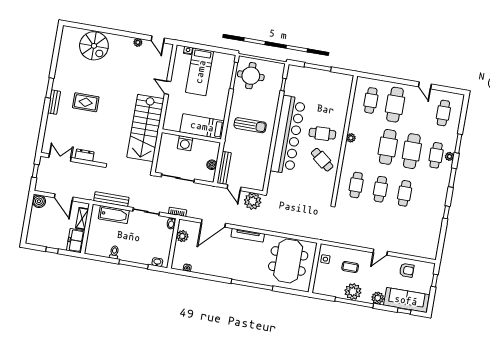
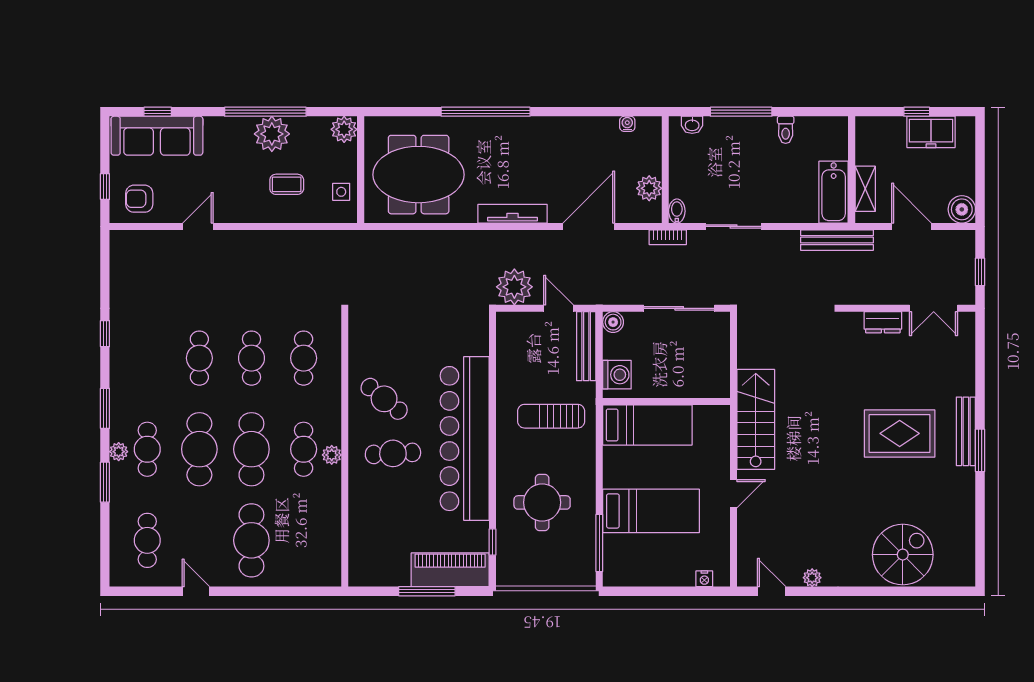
spiral stairs: (94, 46) -> (903, 555), turned 90
bed: (200, 72) -> (651, 511), moved, turned 90
piano: (305, 75) -> (450, 570), added
round table: (251, 76) -> (542, 502), moved
door: (168, 88) -> (733, 494), hinge flipped
cafe table: (371, 100) -> (304, 449), moved
bench: (54, 102) -> (966, 431), width x1.36
rug: (86, 102) -> (900, 433), width x1.36, depth x1.43
sun lounger: (250, 125) -> (551, 416), moved
stairs: (145, 128) -> (756, 419), width x0.73, depth x0.66
washing machine: (185, 143) -> (617, 375), moved, turned 90
boiler: (212, 165) -> (613, 322), moved
bench: (111, 199) -> (837, 240), moved
bathtub: (114, 215) -> (834, 192), moved, turned -90
freezer: (76, 241) -> (931, 132), moved, turned 90
door: (380, 252) -> (198, 226), moved
meeting table: (288, 261) -> (419, 175), turned 90
armchair: (407, 270) -> (139, 199), moved
plant: (378, 298) -> (344, 129), moved

